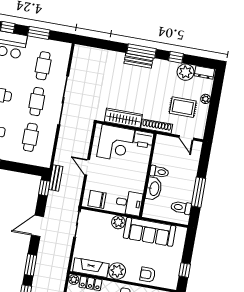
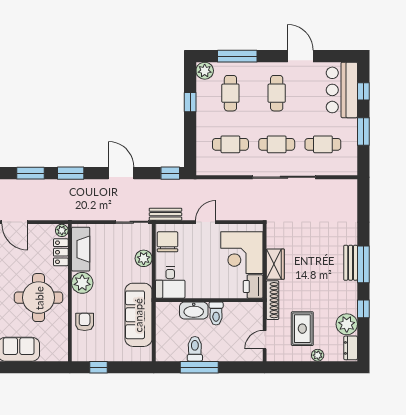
wardrobe: (123, 118) -> (275, 264), width x0.67
bench: (56, 178) -> (165, 214), moved
toilet: (181, 208) -> (195, 349), moved
plant: (118, 222) -> (144, 258), moved

